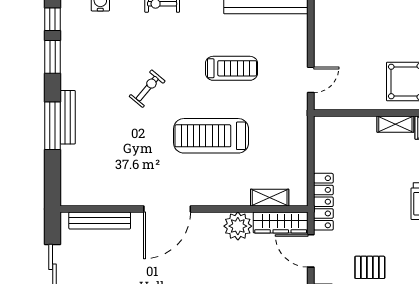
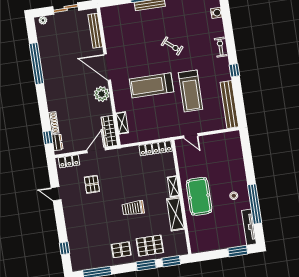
treadmill: (231, 68) -> (191, 91), width x1.37, depth x1.38
treadmill: (211, 136) -> (151, 85), turned -90
locker: (323, 202) -> (156, 148), moved
plant: (238, 226) -> (102, 94), moved

